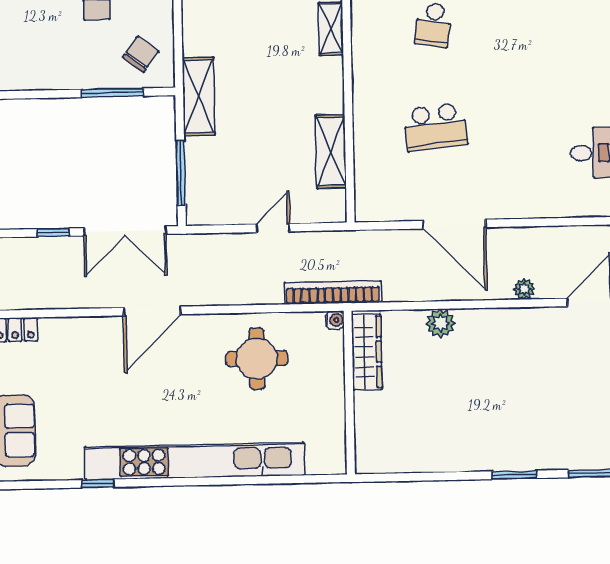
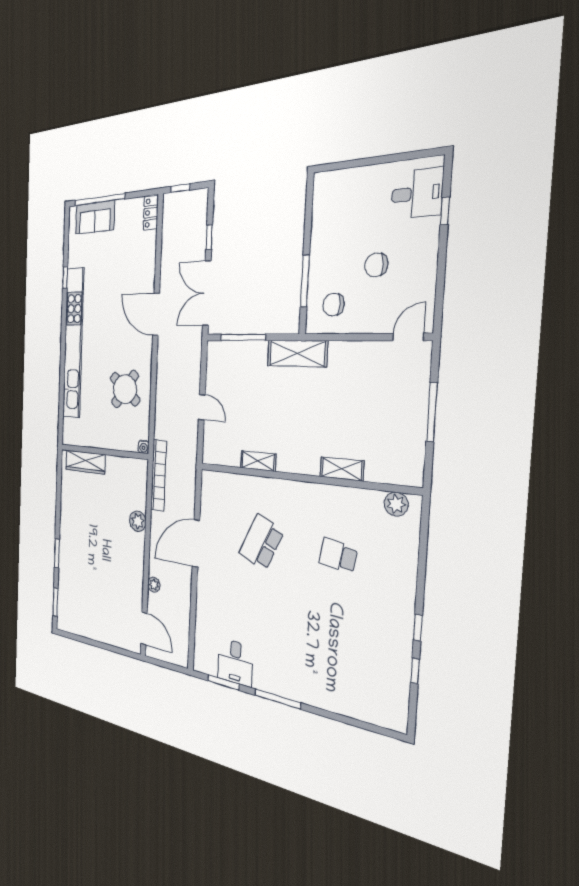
chair: (141, 54) -> (333, 305), turned 143
school desk: (435, 127) -> (261, 542), turned 30
shelving: (331, 151) -> (258, 461), width x0.67, depth x0.75
bookcase: (333, 292) -> (159, 475), moved
wardrobe: (367, 352) -> (85, 462), moved
round table: (257, 359) -> (125, 389), turned 38

